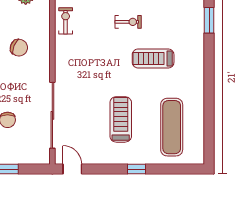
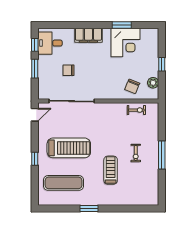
window: (209, 20) -> (89, 209), moved
chair: (19, 48) -> (132, 86), moved
treadmill: (121, 119) -> (69, 148), width x1.37, depth x1.38

